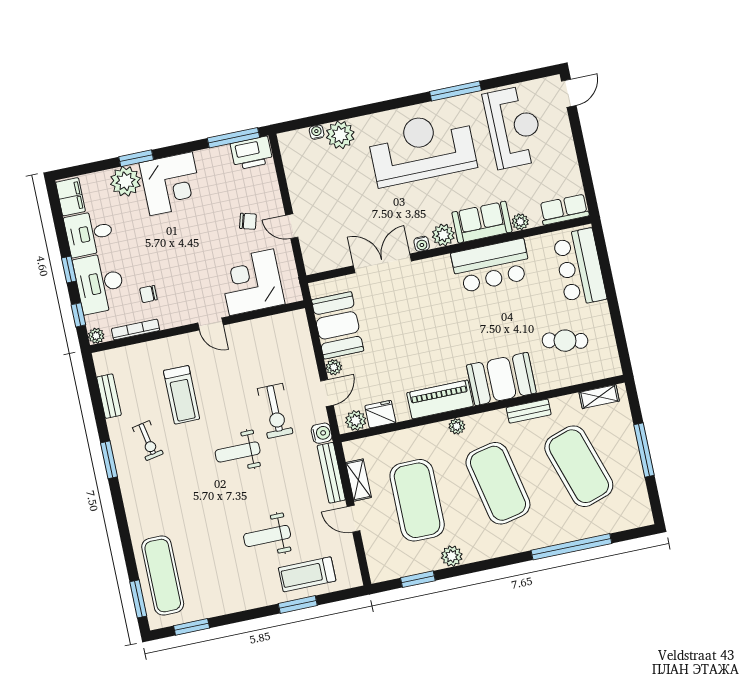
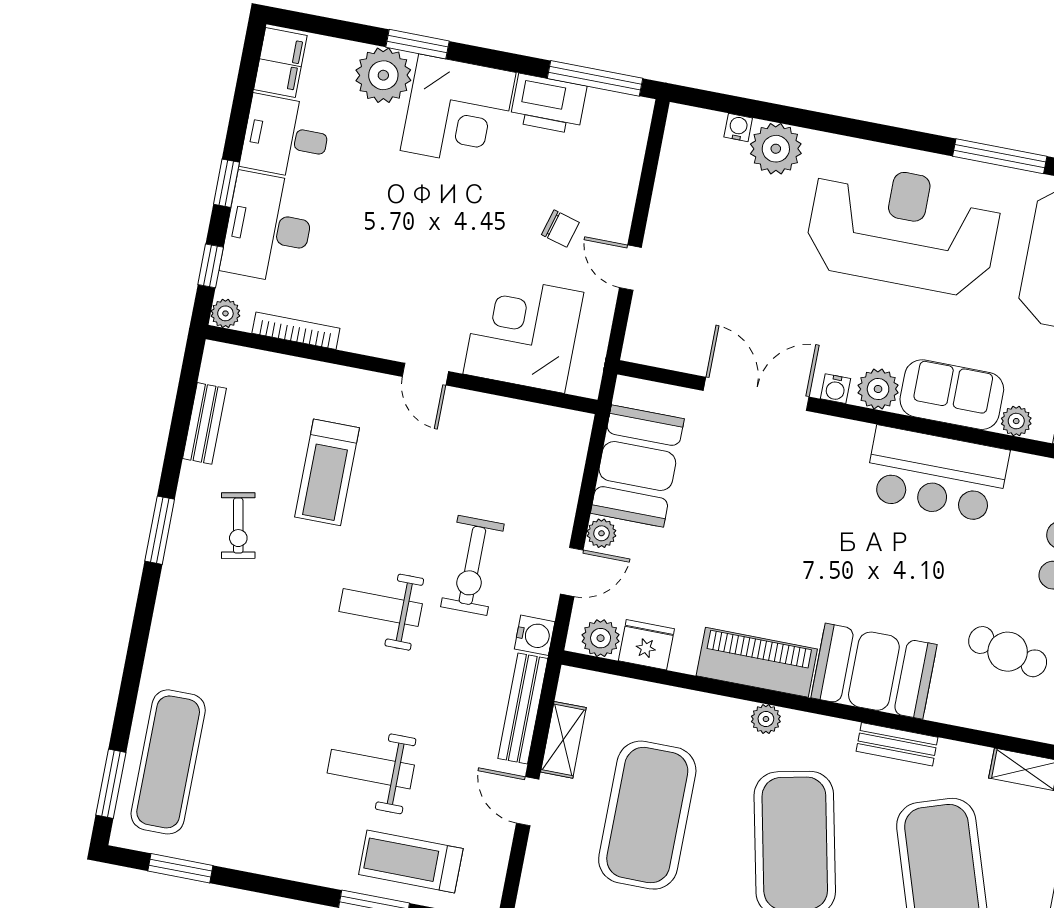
printer: (251, 153) -> (548, 104), moved
chair: (149, 294) -> (343, 280), removed

